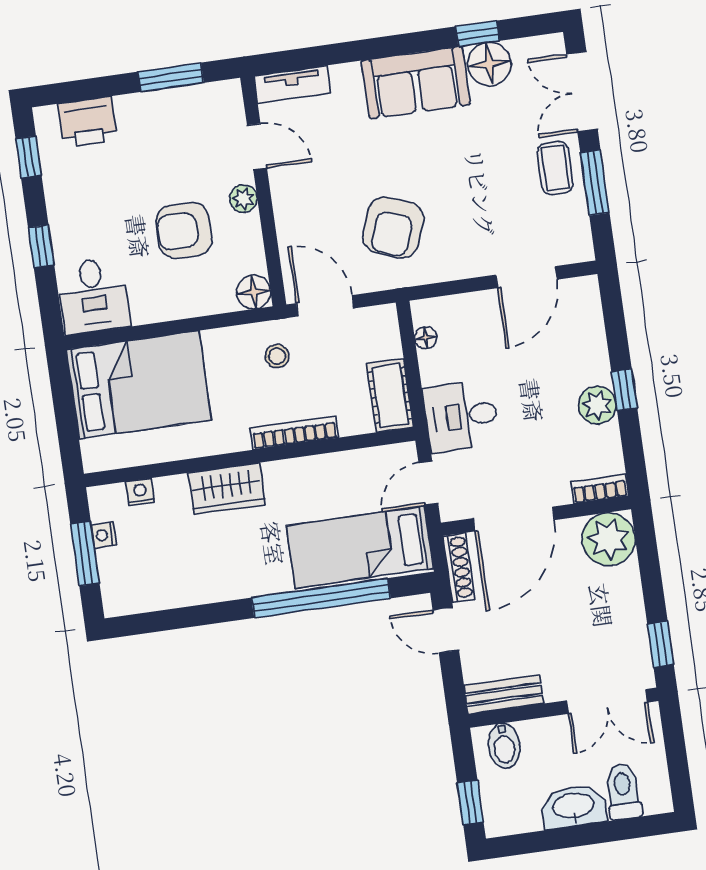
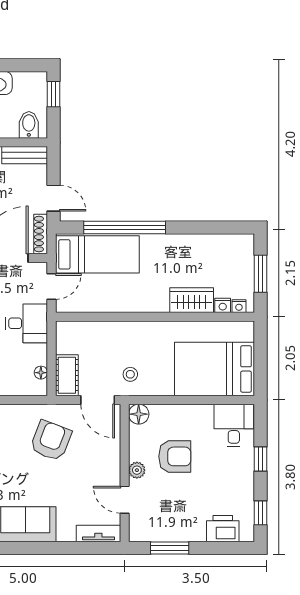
cot: (390, 395) -> (67, 375), moved
bookcase: (294, 433) -> (127, 327), removed
wardrobe: (227, 489) -> (192, 300), moved
nightstand: (104, 535) -> (239, 306), moved, turned 90

